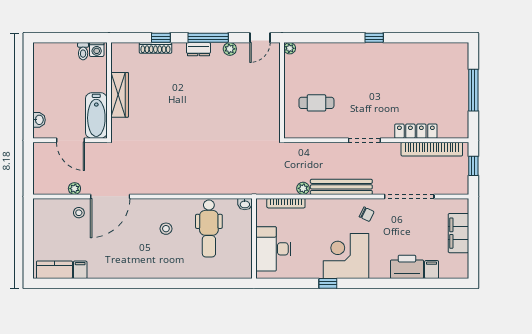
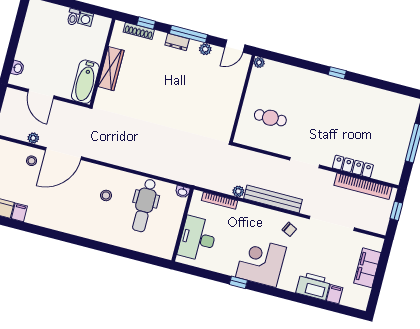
wall: (109, 90) -> (103, 62), moved
wardrobe: (120, 95) -> (111, 69), moved
bathtub: (96, 116) -> (85, 82), moved

